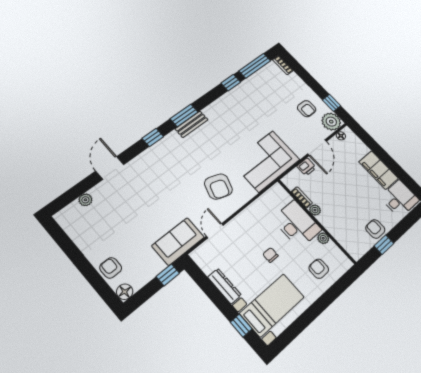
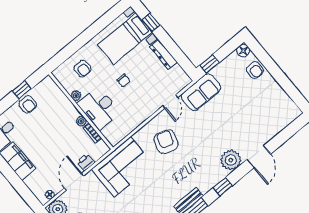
plant: (85, 200) -> (231, 160), moved, width x1.87, depth x1.87

